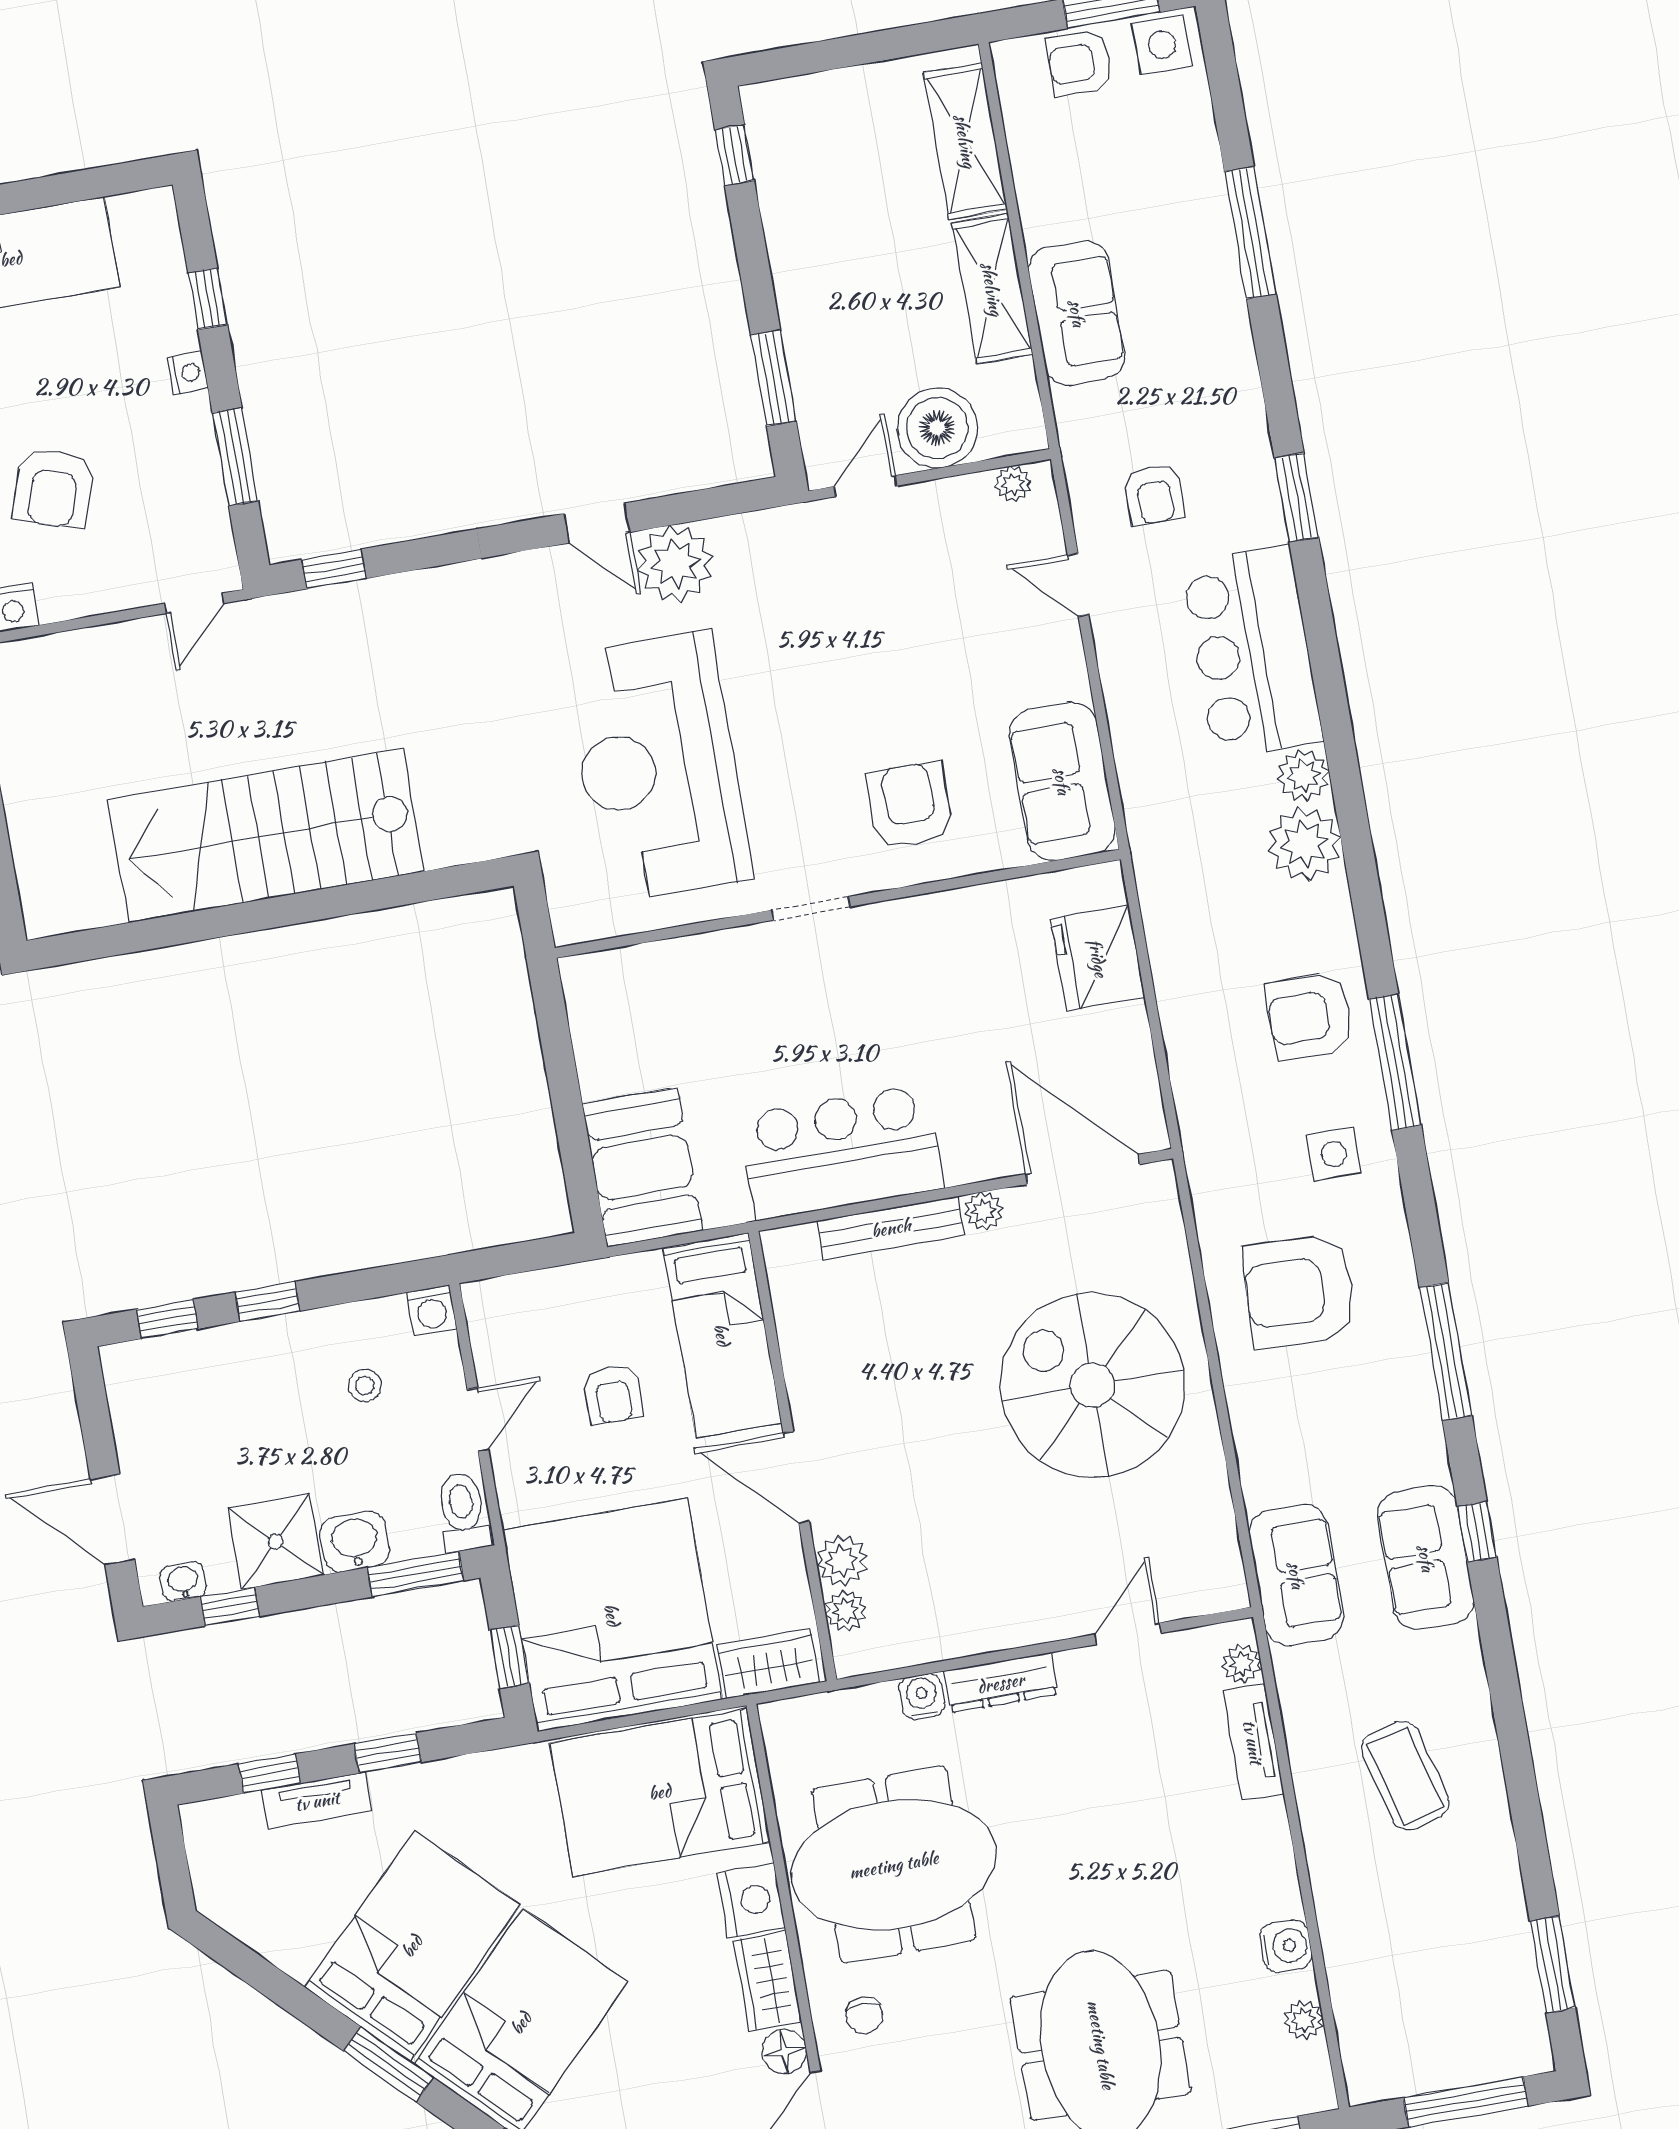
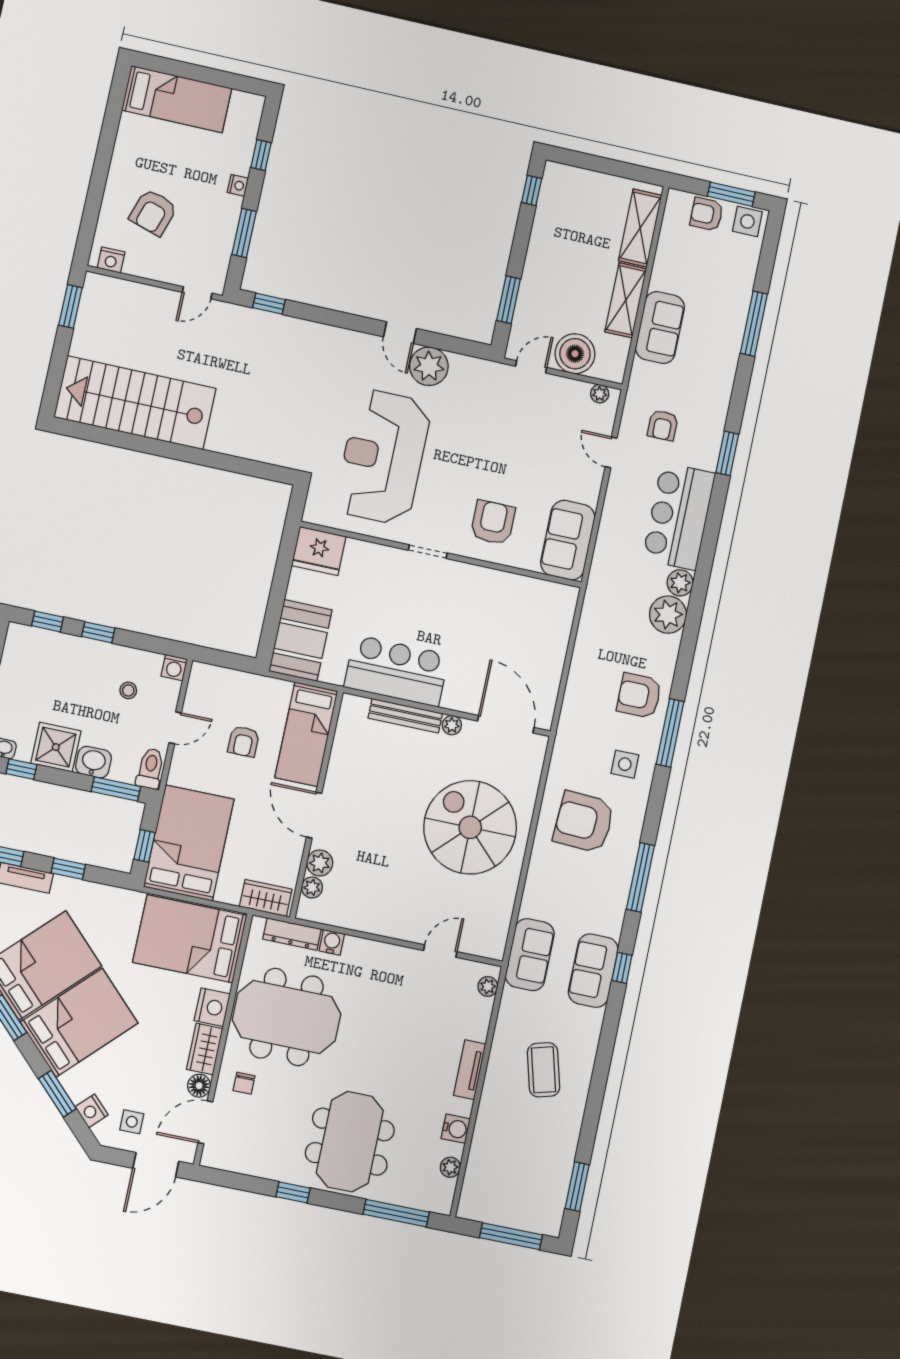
stairs: (266, 836) -> (135, 403), moved
fridge: (1098, 958) -> (319, 551), moved, turned -90
bed: (612, 1615) -> (189, 843), width x0.73
dresser: (1001, 1683) -> (292, 934), moved
tv unit: (1253, 1742) -> (470, 1070), moved

